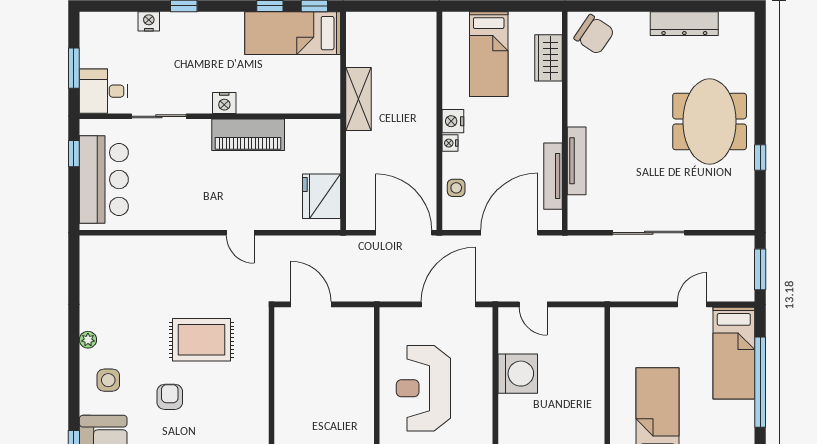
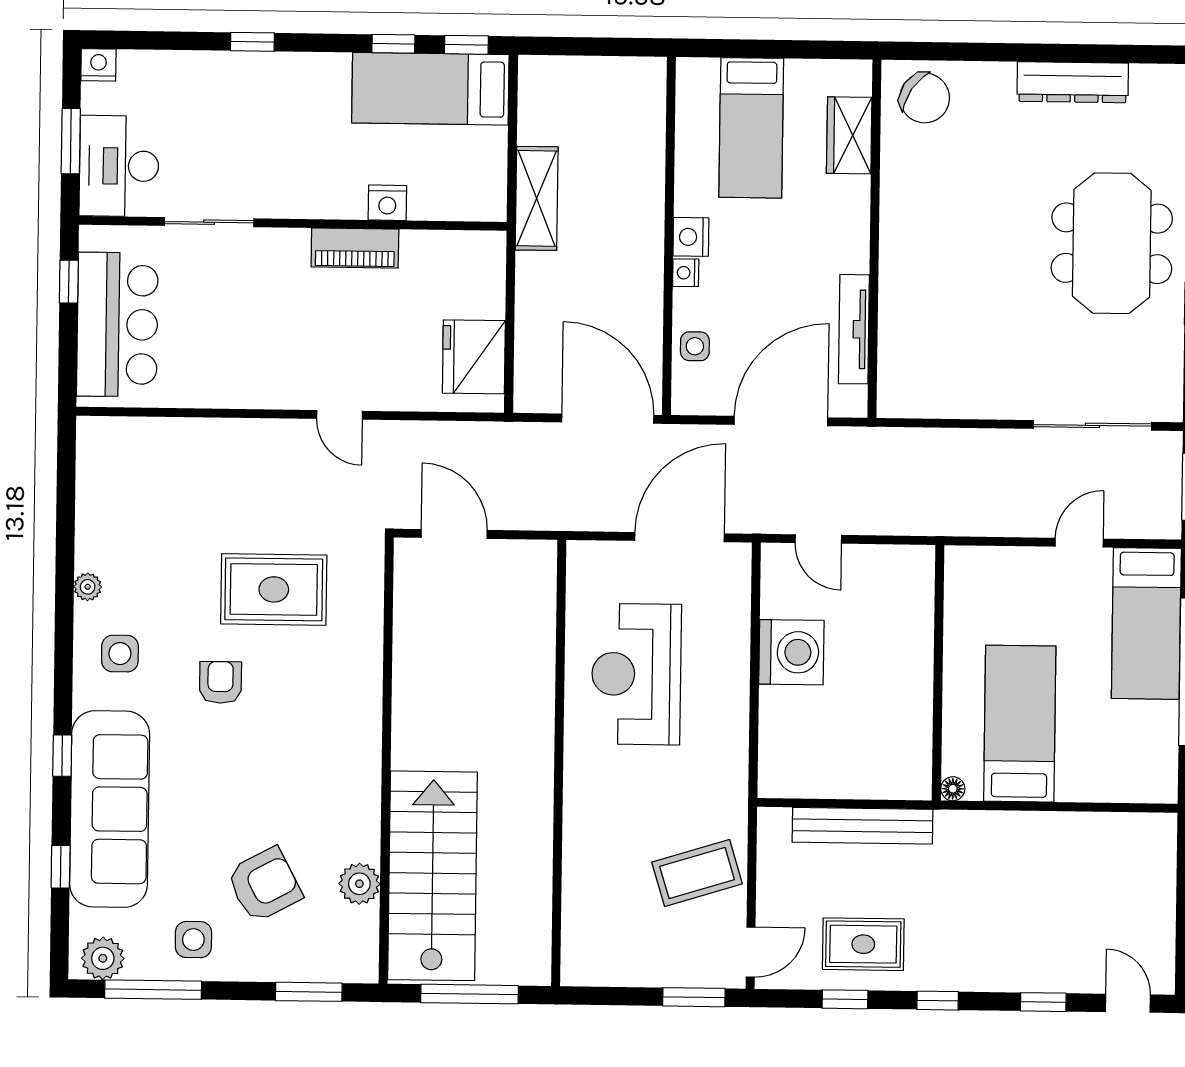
nightstand: (149, 21) -> (98, 65), moved
desk: (104, 91) -> (119, 166), width x1.37
nightstand: (224, 103) -> (387, 203), moved
piano: (248, 135) -> (355, 248), width x0.73, depth x0.75
tv unit: (577, 161) -> (893, 305), removed
sliding door: (649, 233) -> (1092, 425), moved

